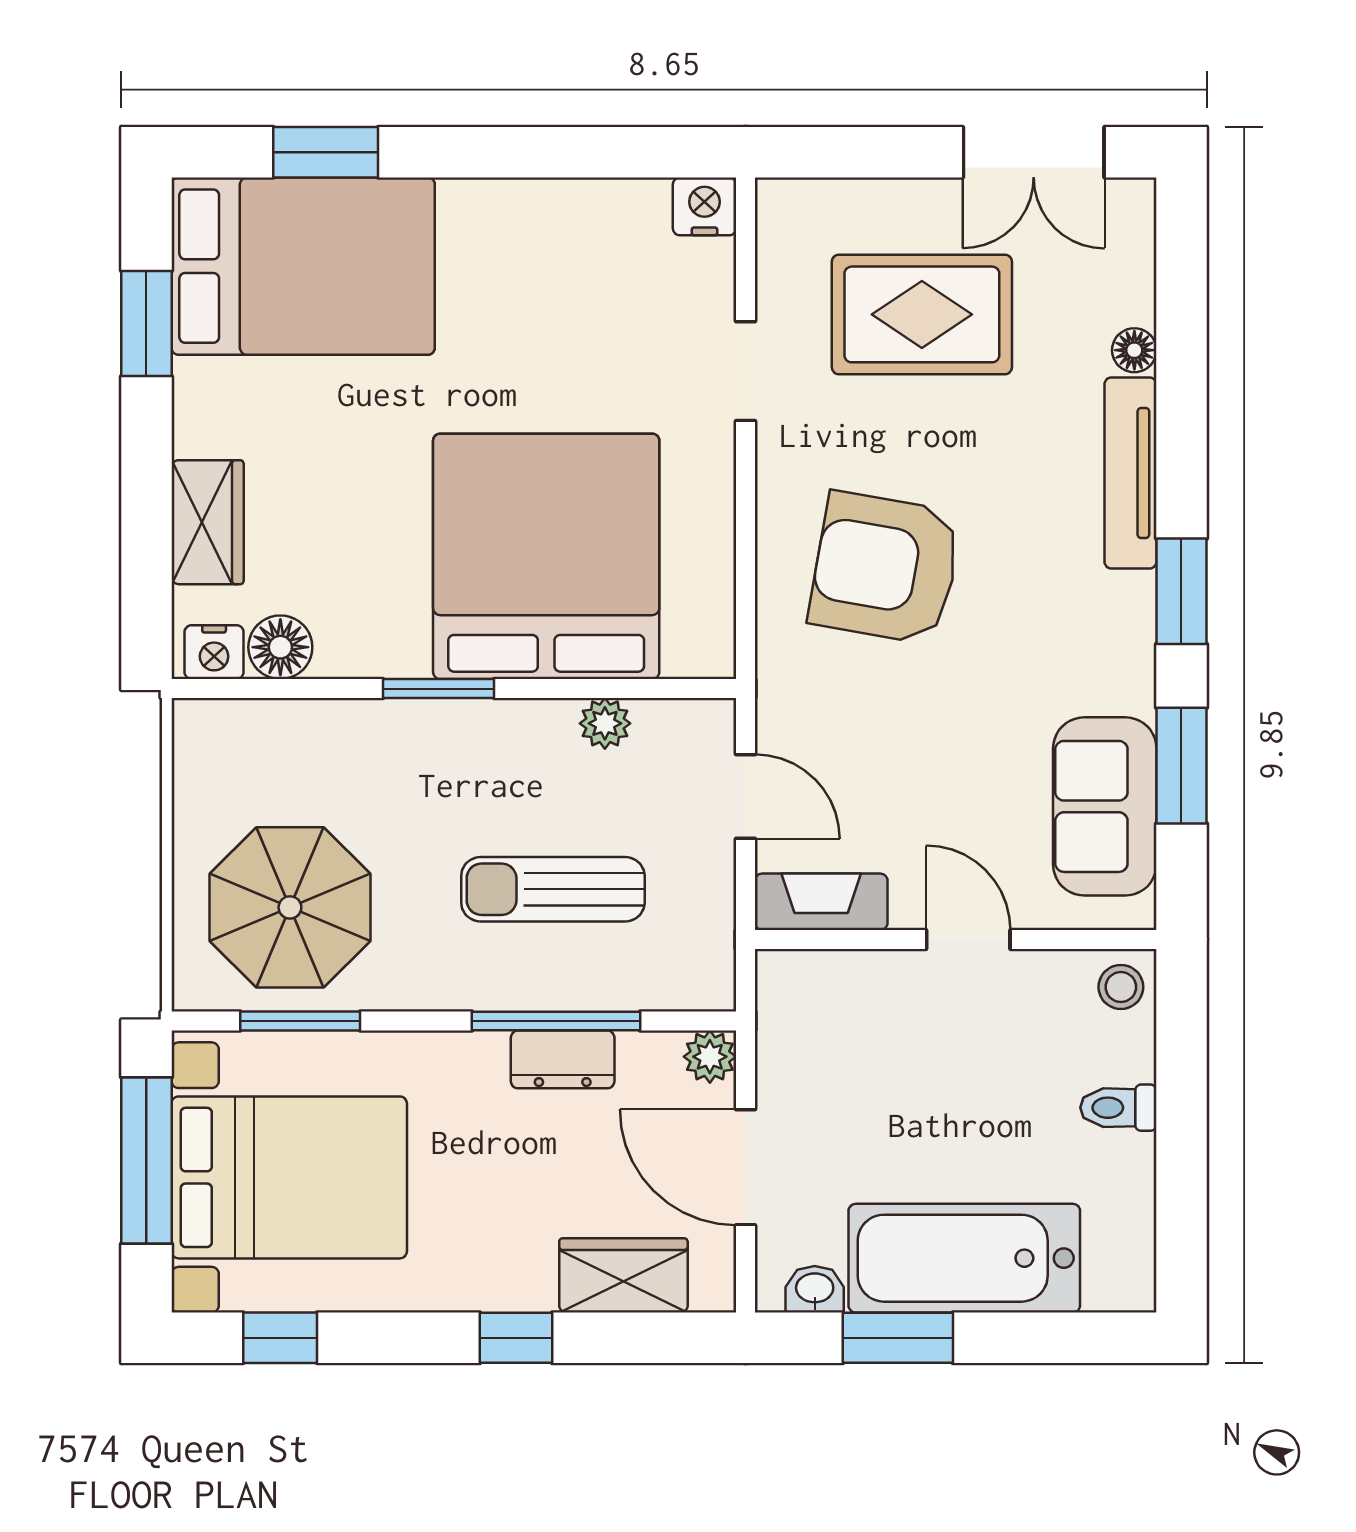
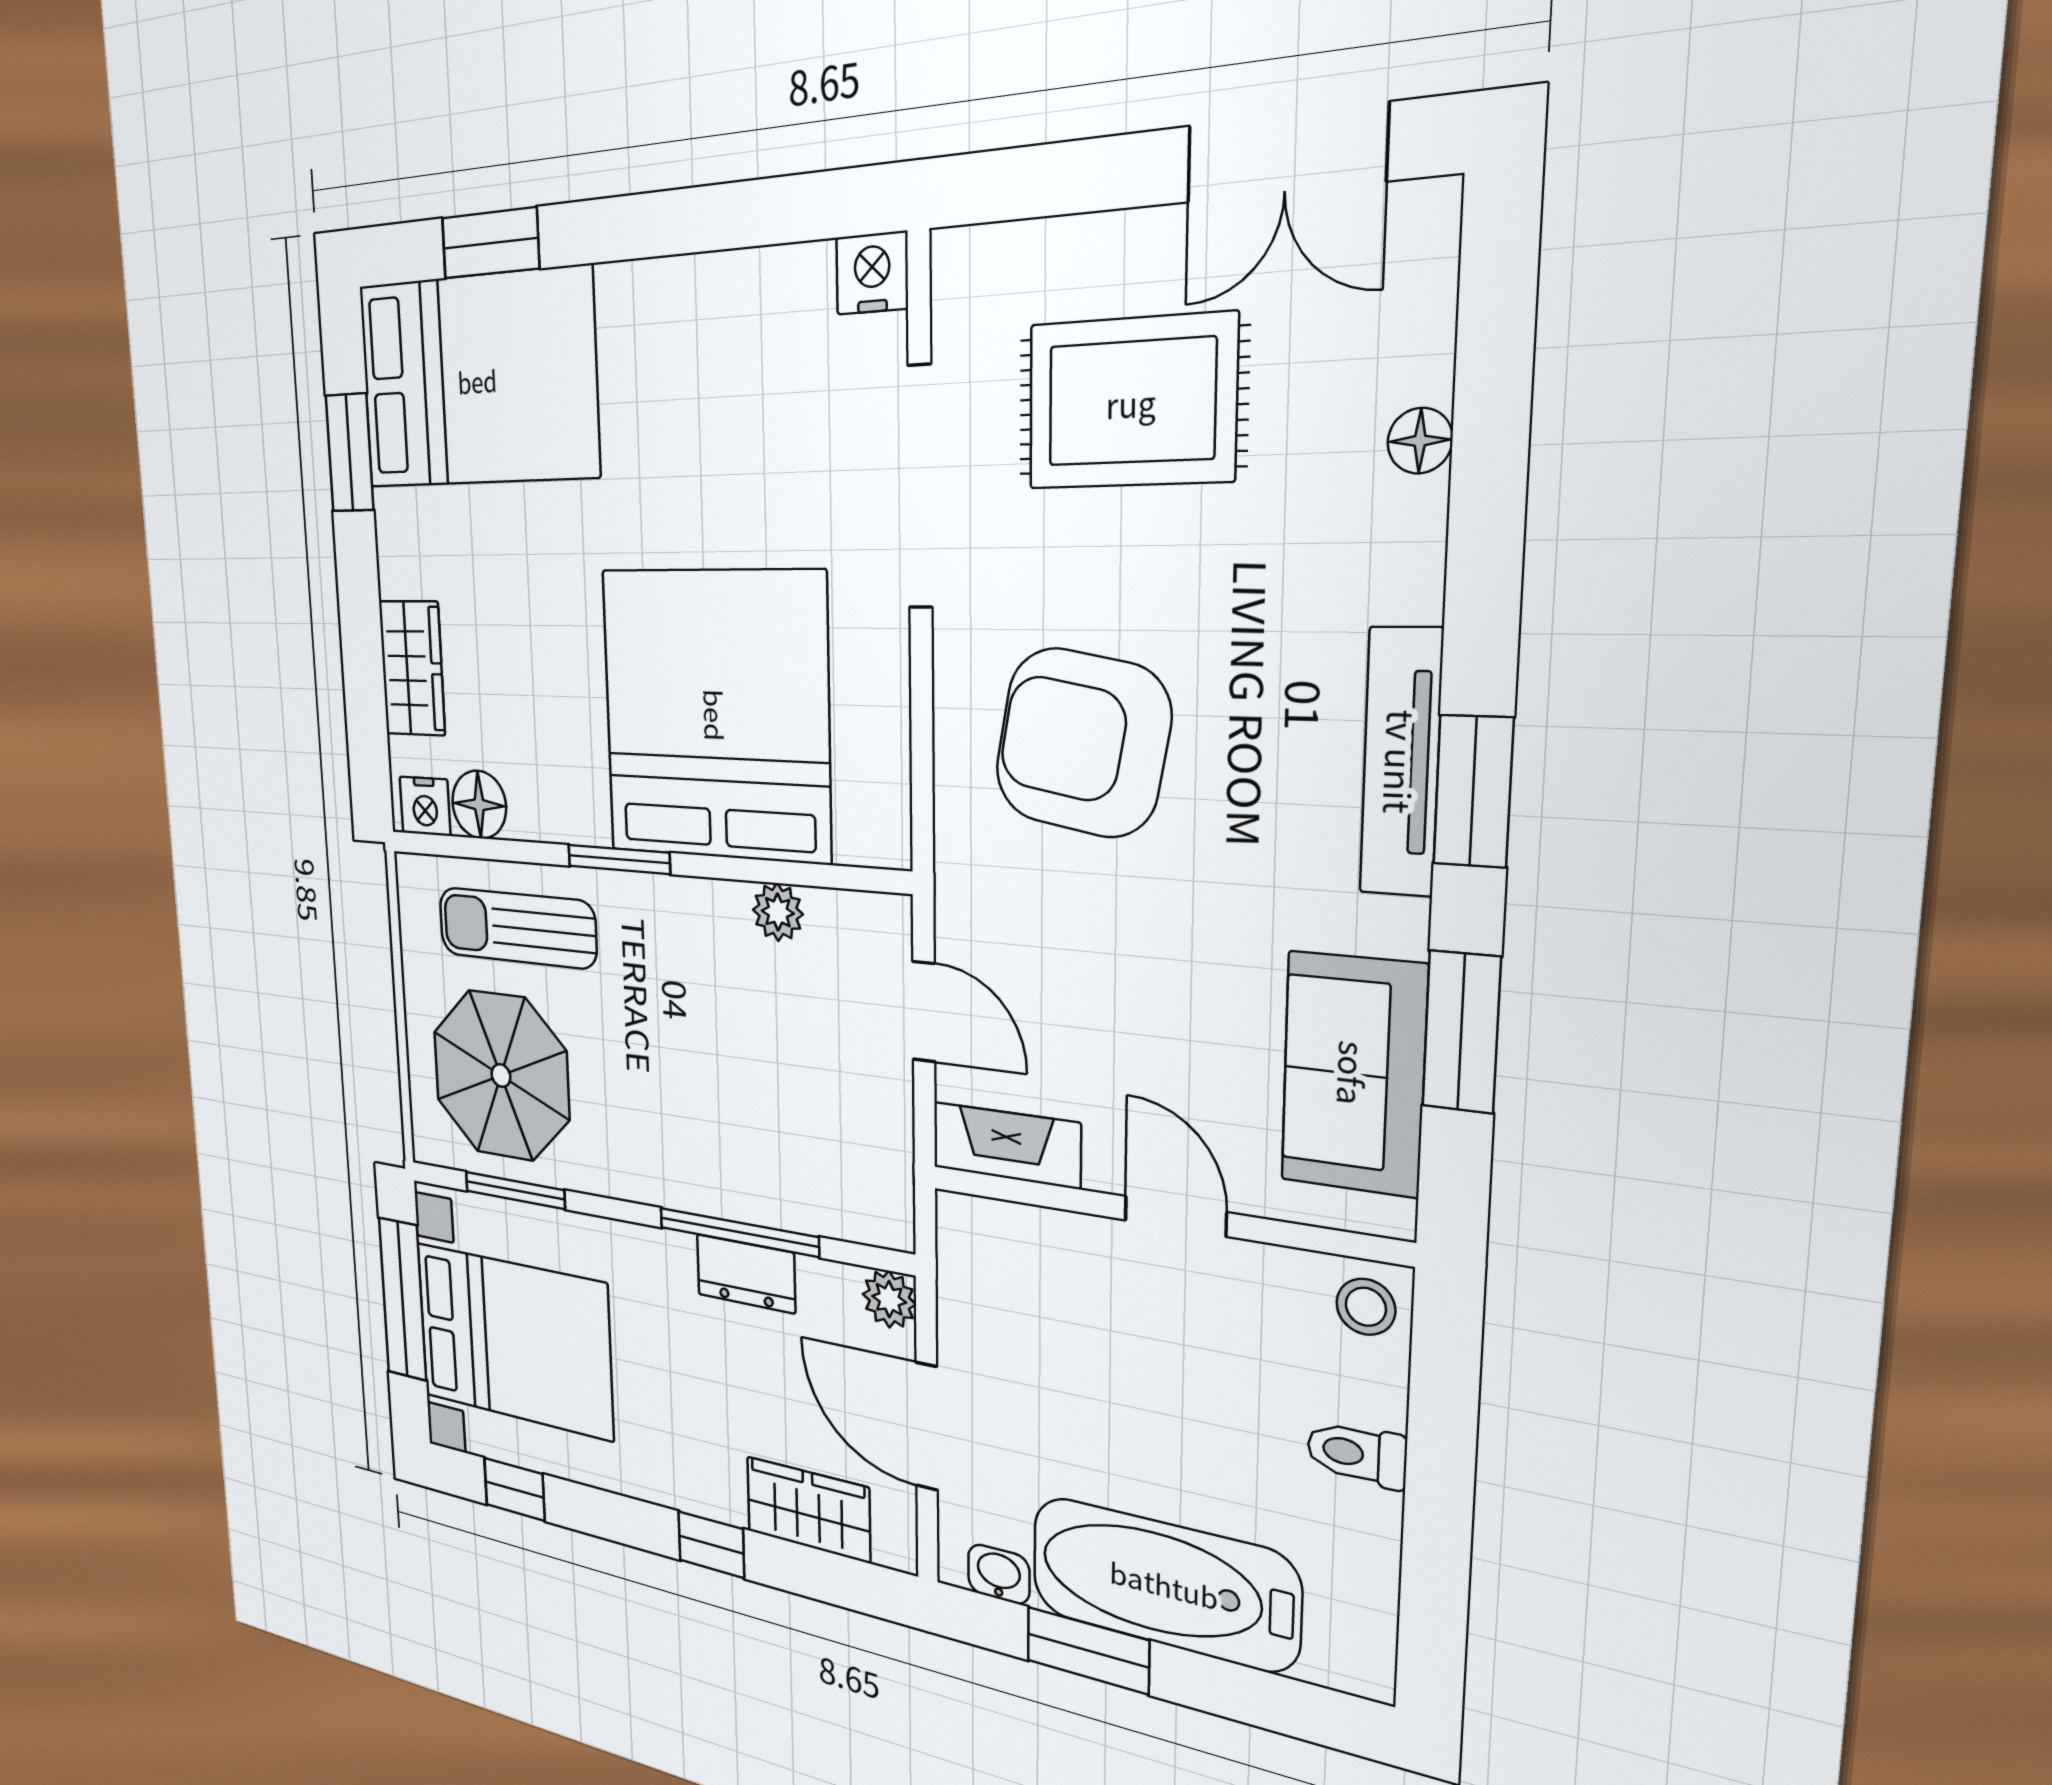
doorway: (746, 371) -> (920, 487), width x1.88
tv unit: (1130, 473) -> (1401, 762), moved
sun lounger: (553, 889) -> (517, 928), moved

